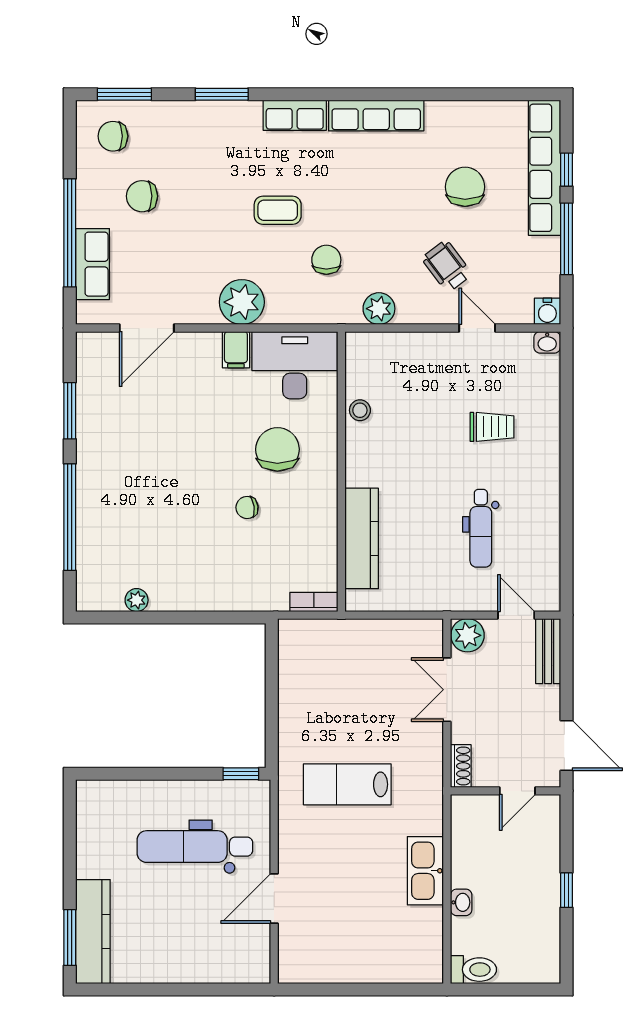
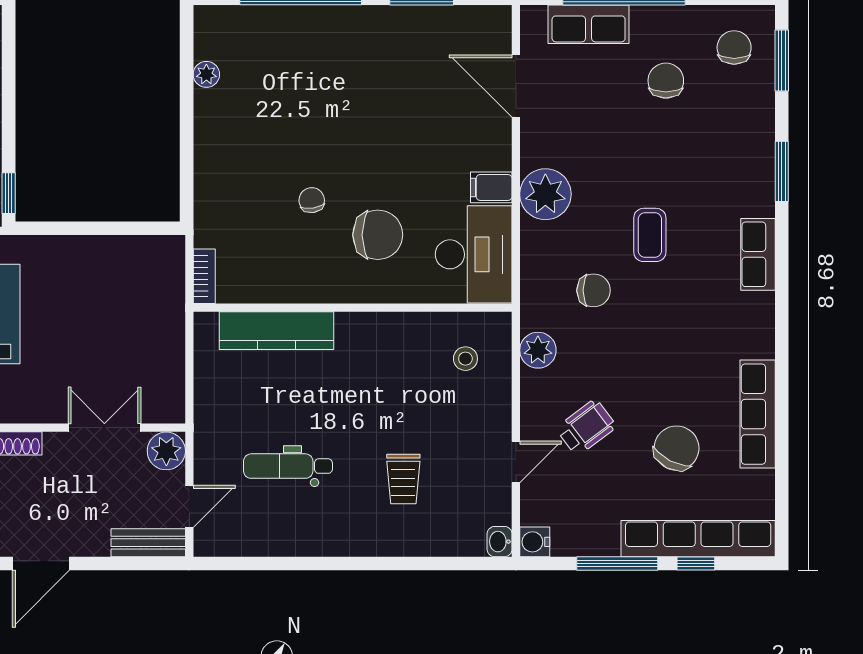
row of seats: (376, 116) -> (758, 414), moved
chair: (465, 187) -> (677, 448), turned -63
stool: (360, 410) -> (465, 359), moved

